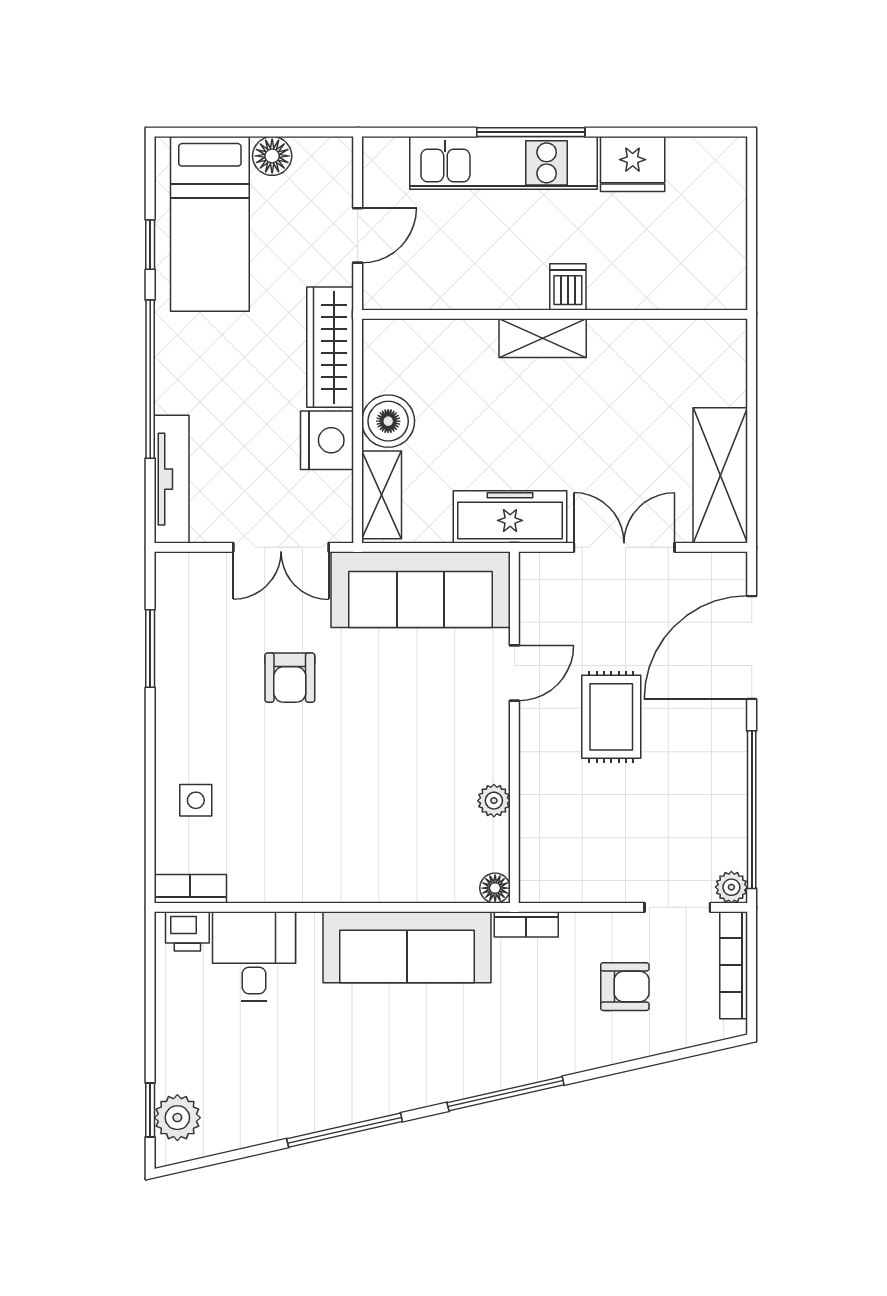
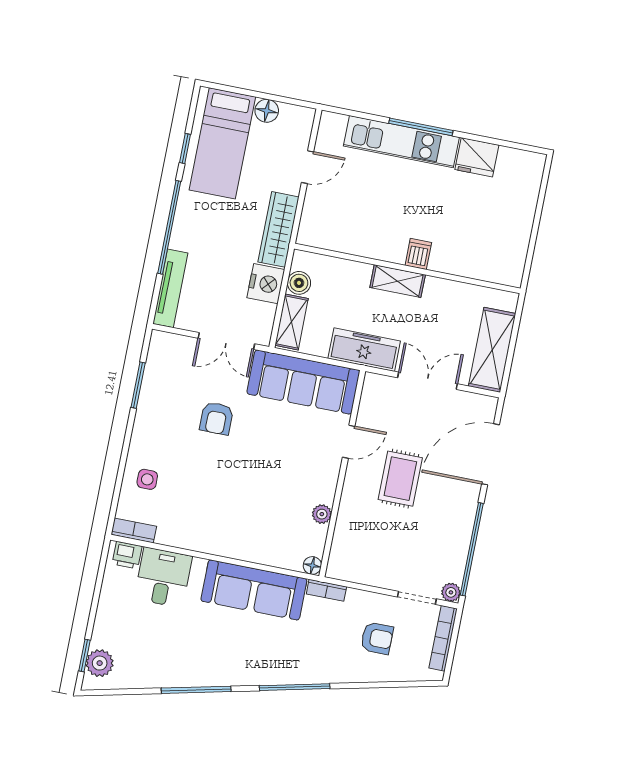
dishwasher: (568, 287) -> (418, 254), moved
wall: (555, 314) -> (407, 269), moved
shelving: (543, 338) -> (398, 281), moved
boiler: (388, 421) -> (299, 283), width x0.73, depth x0.73

